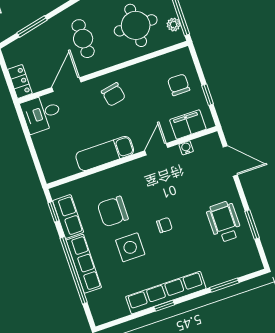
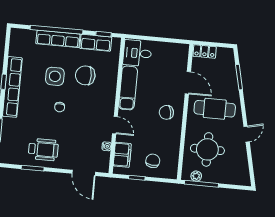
cafe table: (83, 39) -> (215, 109), width x1.37, depth x1.35
chair: (179, 85) -> (153, 161), turned -85
desk: (42, 114) -> (137, 53), moved, turned -90
door: (230, 161) -> (84, 173), hinge flipped
chair: (113, 211) -> (85, 75), turned -90

